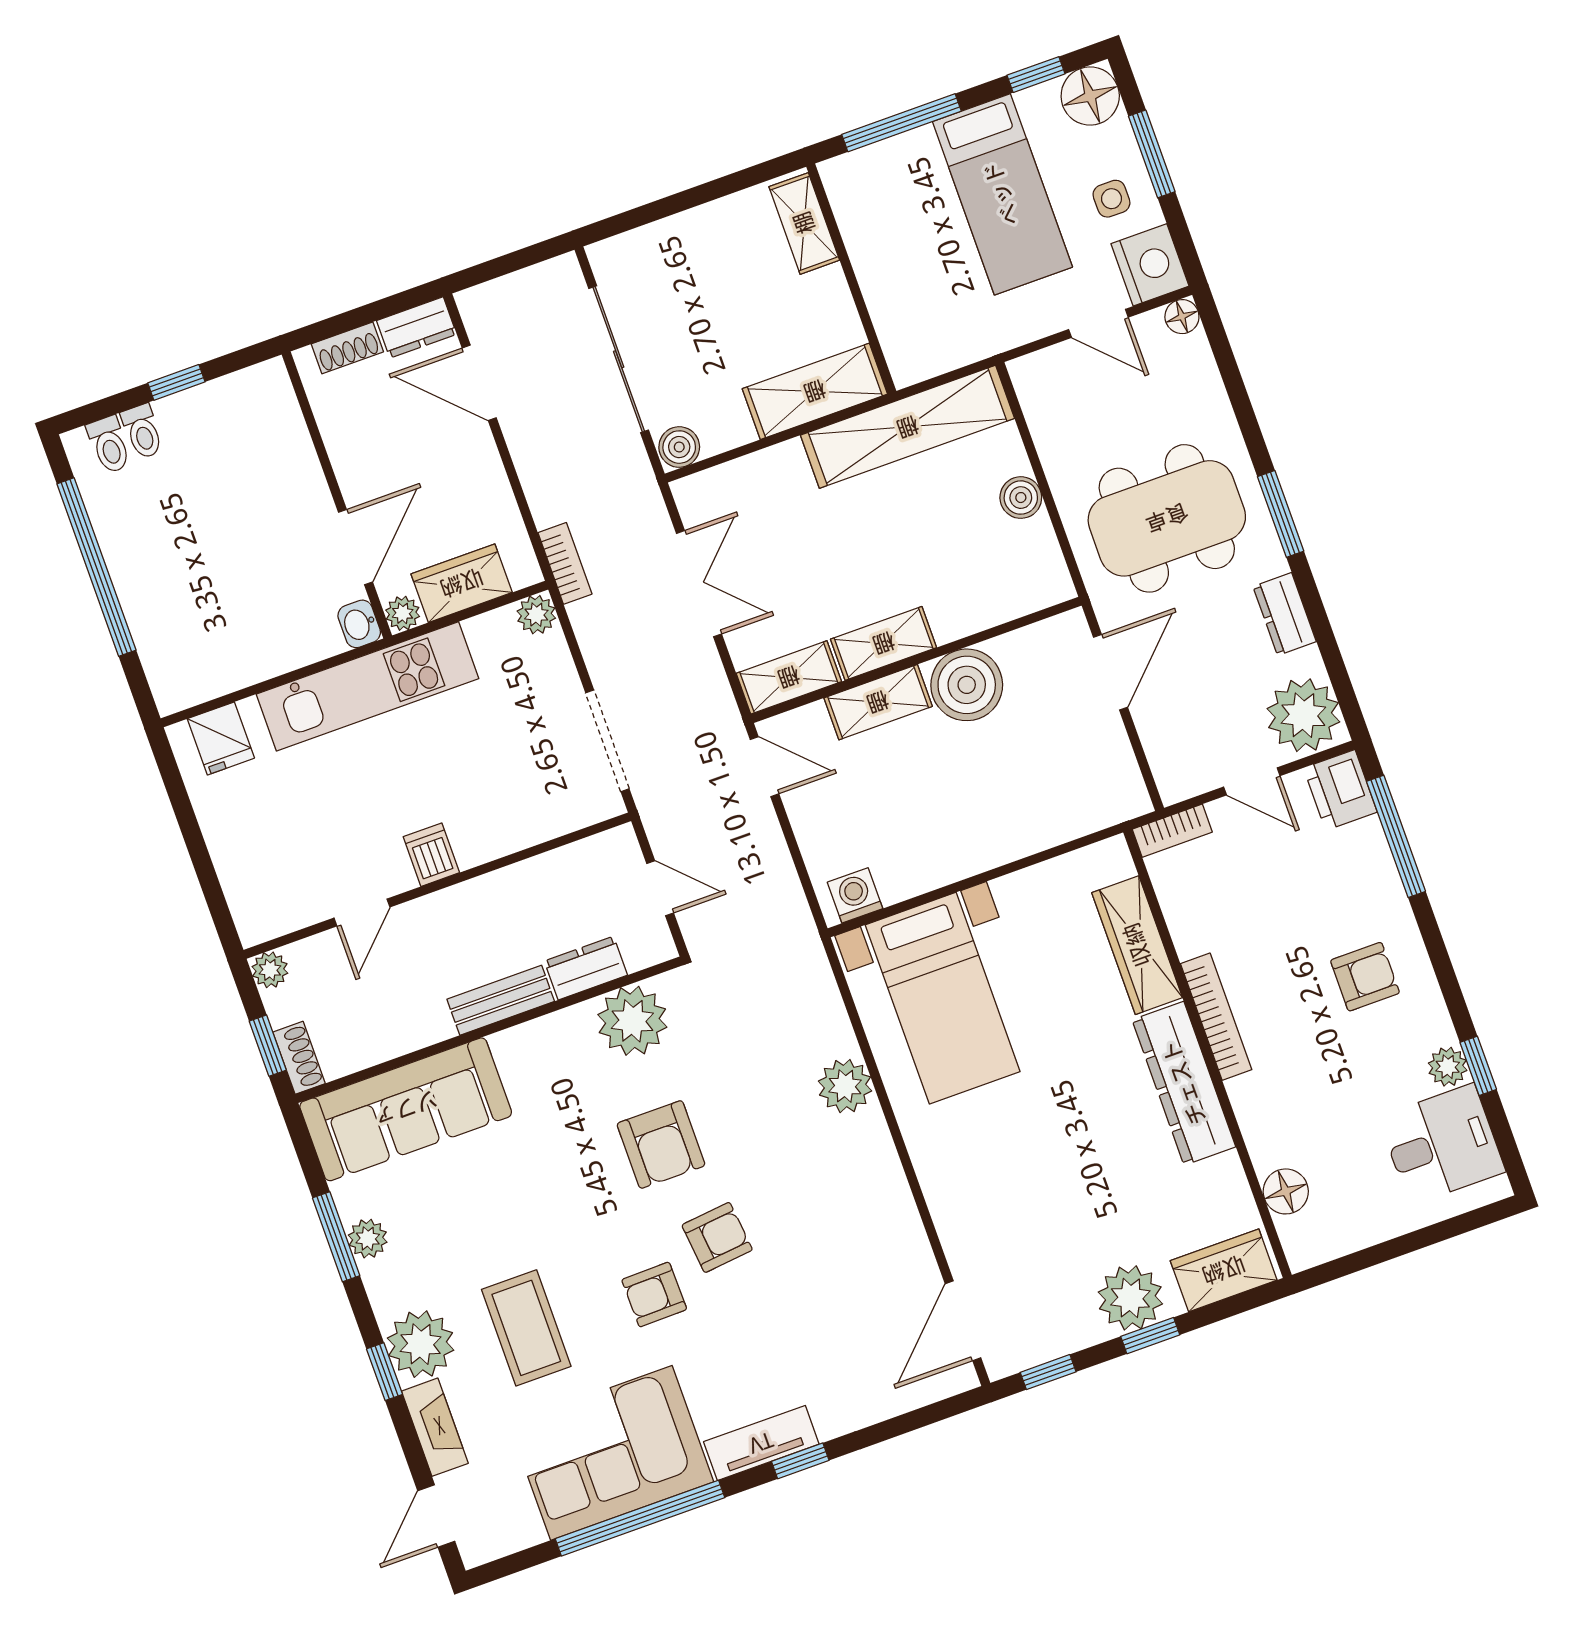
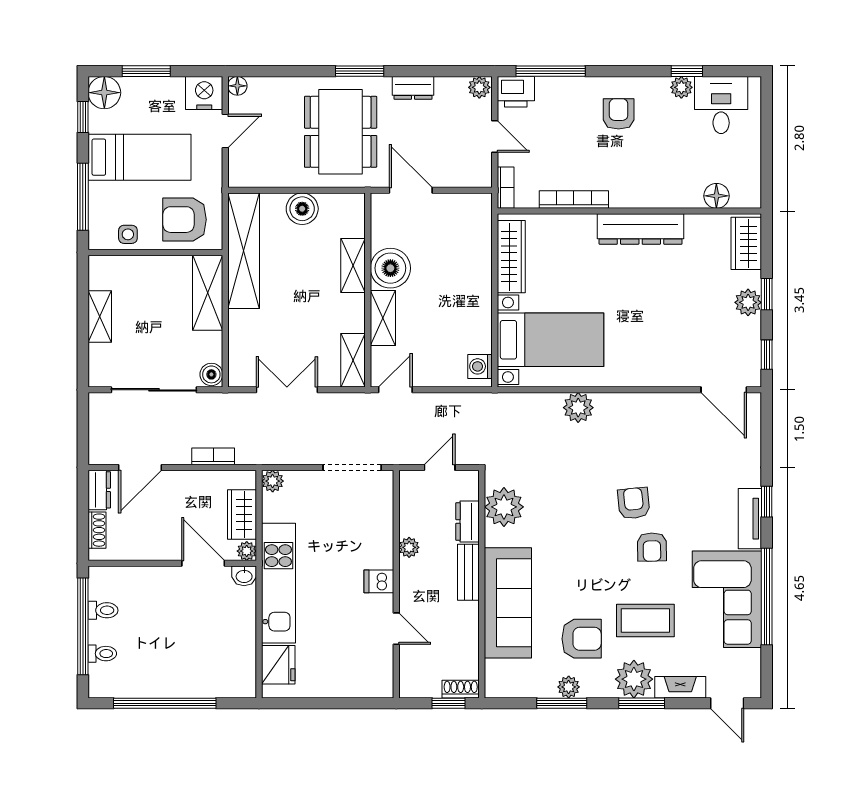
side table: (1111, 199) -> (128, 234), moved
shelving: (804, 223) -> (100, 317), moved, turned 90
armchair: (924, 308) -> (185, 220), added
window: (176, 382) -> (83, 626), width x3.17
toilet: (109, 445) -> (103, 610), moved
boiler: (1021, 498) -> (302, 209), width x1.36, depth x1.36
bookcase: (565, 563) -> (213, 456), moved
shelving: (884, 643) -> (353, 265), moved
plant: (1303, 715) -> (479, 87), width x0.53, depth x0.53
fridge: (221, 738) -> (278, 665), width x1.38
door: (1252, 781) -> (495, 137), hinge flipped
wardrobe: (1137, 945) -> (511, 257), moved, turned -90
plant: (270, 970) -> (409, 547), moved
bookcase: (1216, 1017) -> (574, 200), moved
sofa: (406, 1109) -> (508, 603), moved
armchair: (661, 1144) -> (582, 639), moved
plant: (1130, 1298) -> (748, 302), width x0.73, depth x0.73
window: (384, 1372) -> (642, 703), width x1.50

